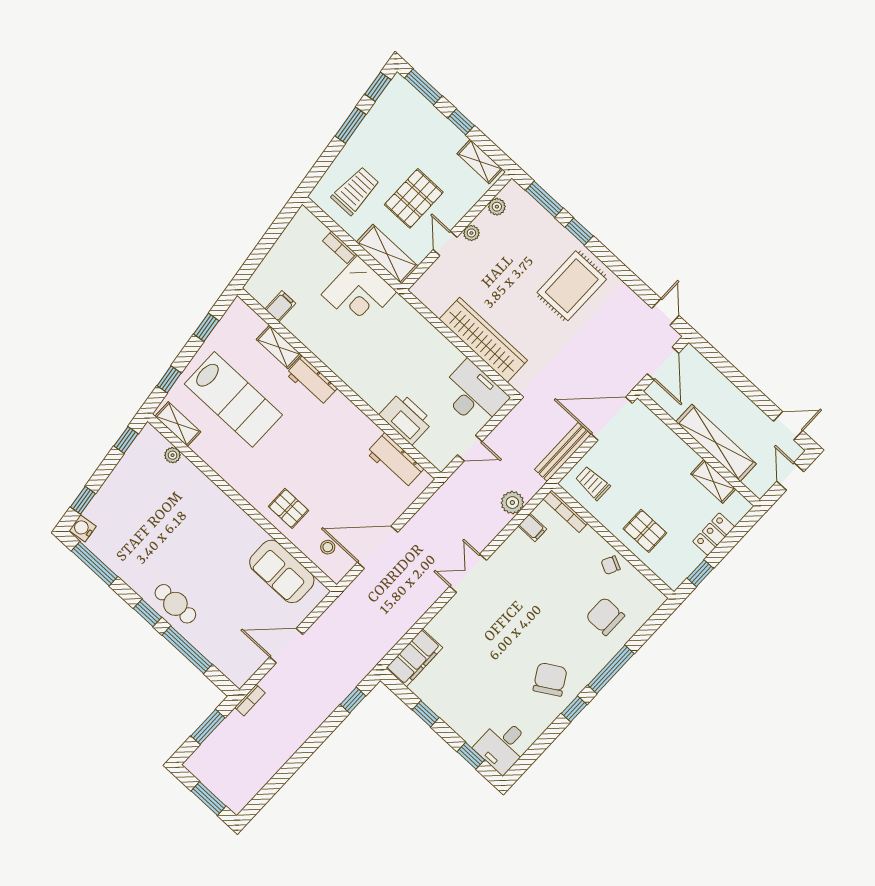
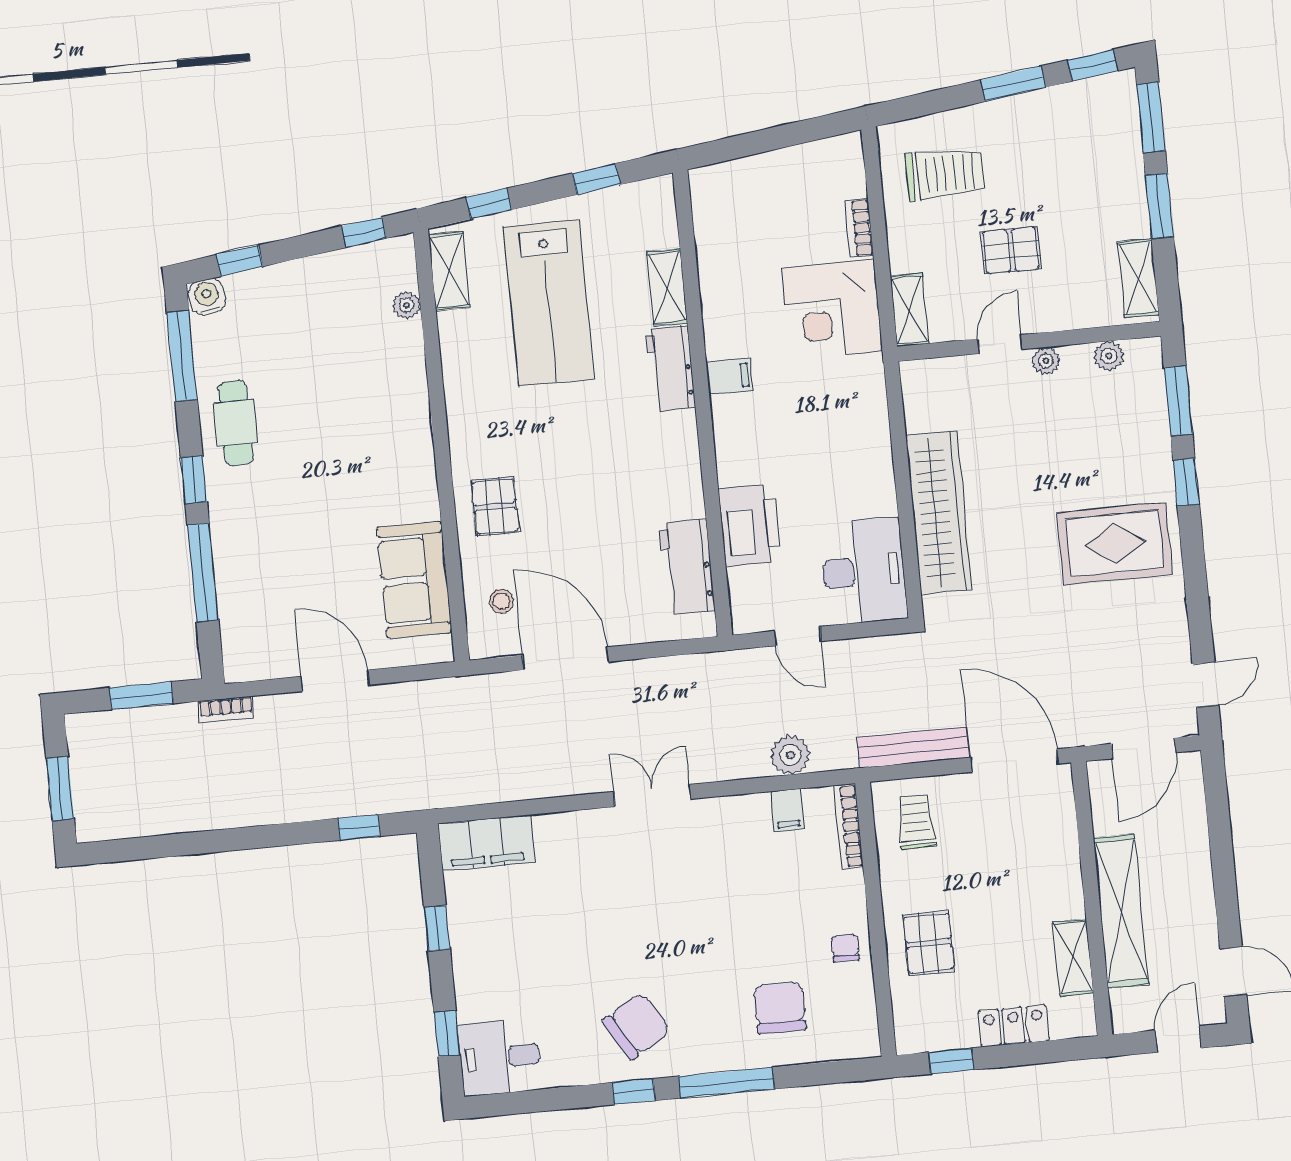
window: (461, 122) -> (1159, 206), width x1.50
pallet: (414, 198) -> (1011, 250), width x0.67, depth x0.71
shelving: (387, 254) -> (909, 310), width x0.67, depth x0.75
filing cabinet: (280, 306) -> (729, 376), moved
chair: (611, 565) -> (845, 948), turned 64
cafe table: (175, 604) -> (236, 423), moved

